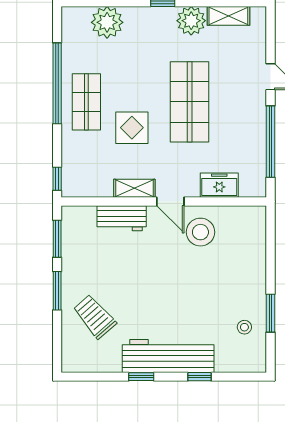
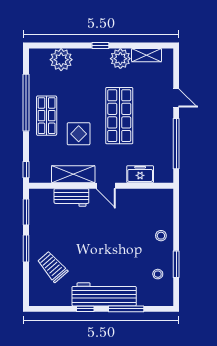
shelving: (134, 188) -> (73, 174), width x1.50, depth x1.33
stool: (200, 232) -> (161, 236), moved, width x0.53, depth x0.53
window: (199, 377) -> (126, 309), width x2.17

